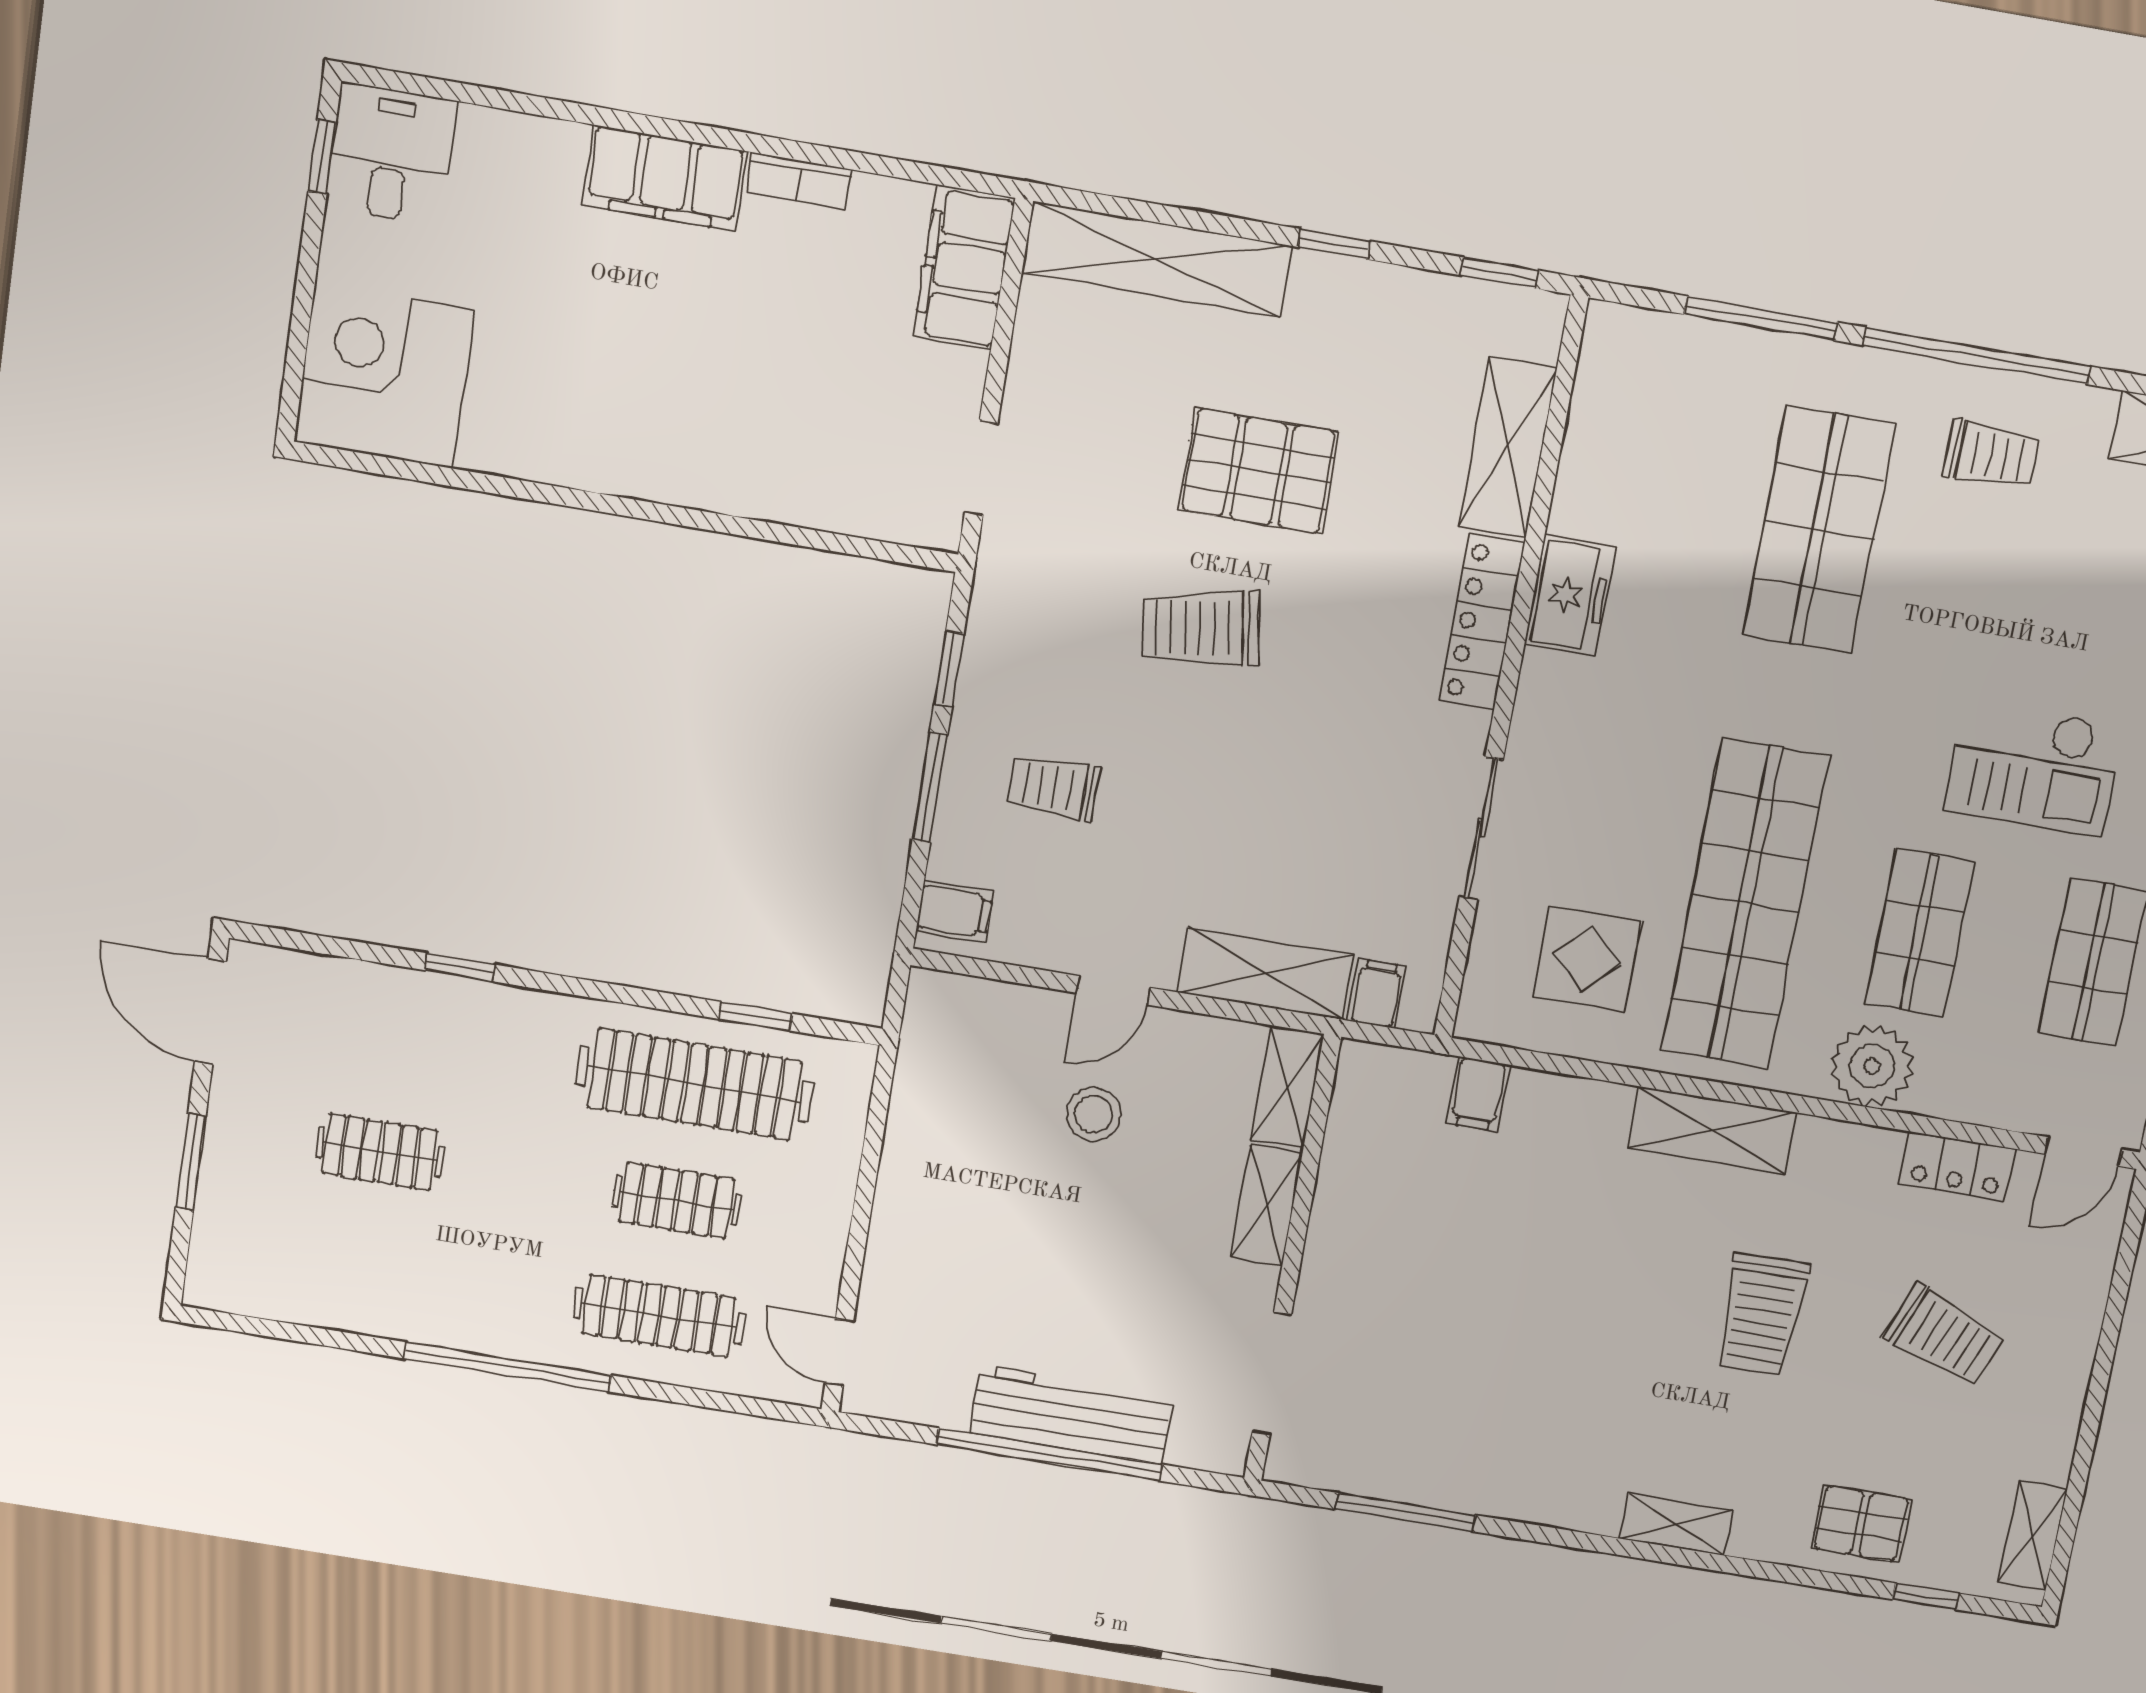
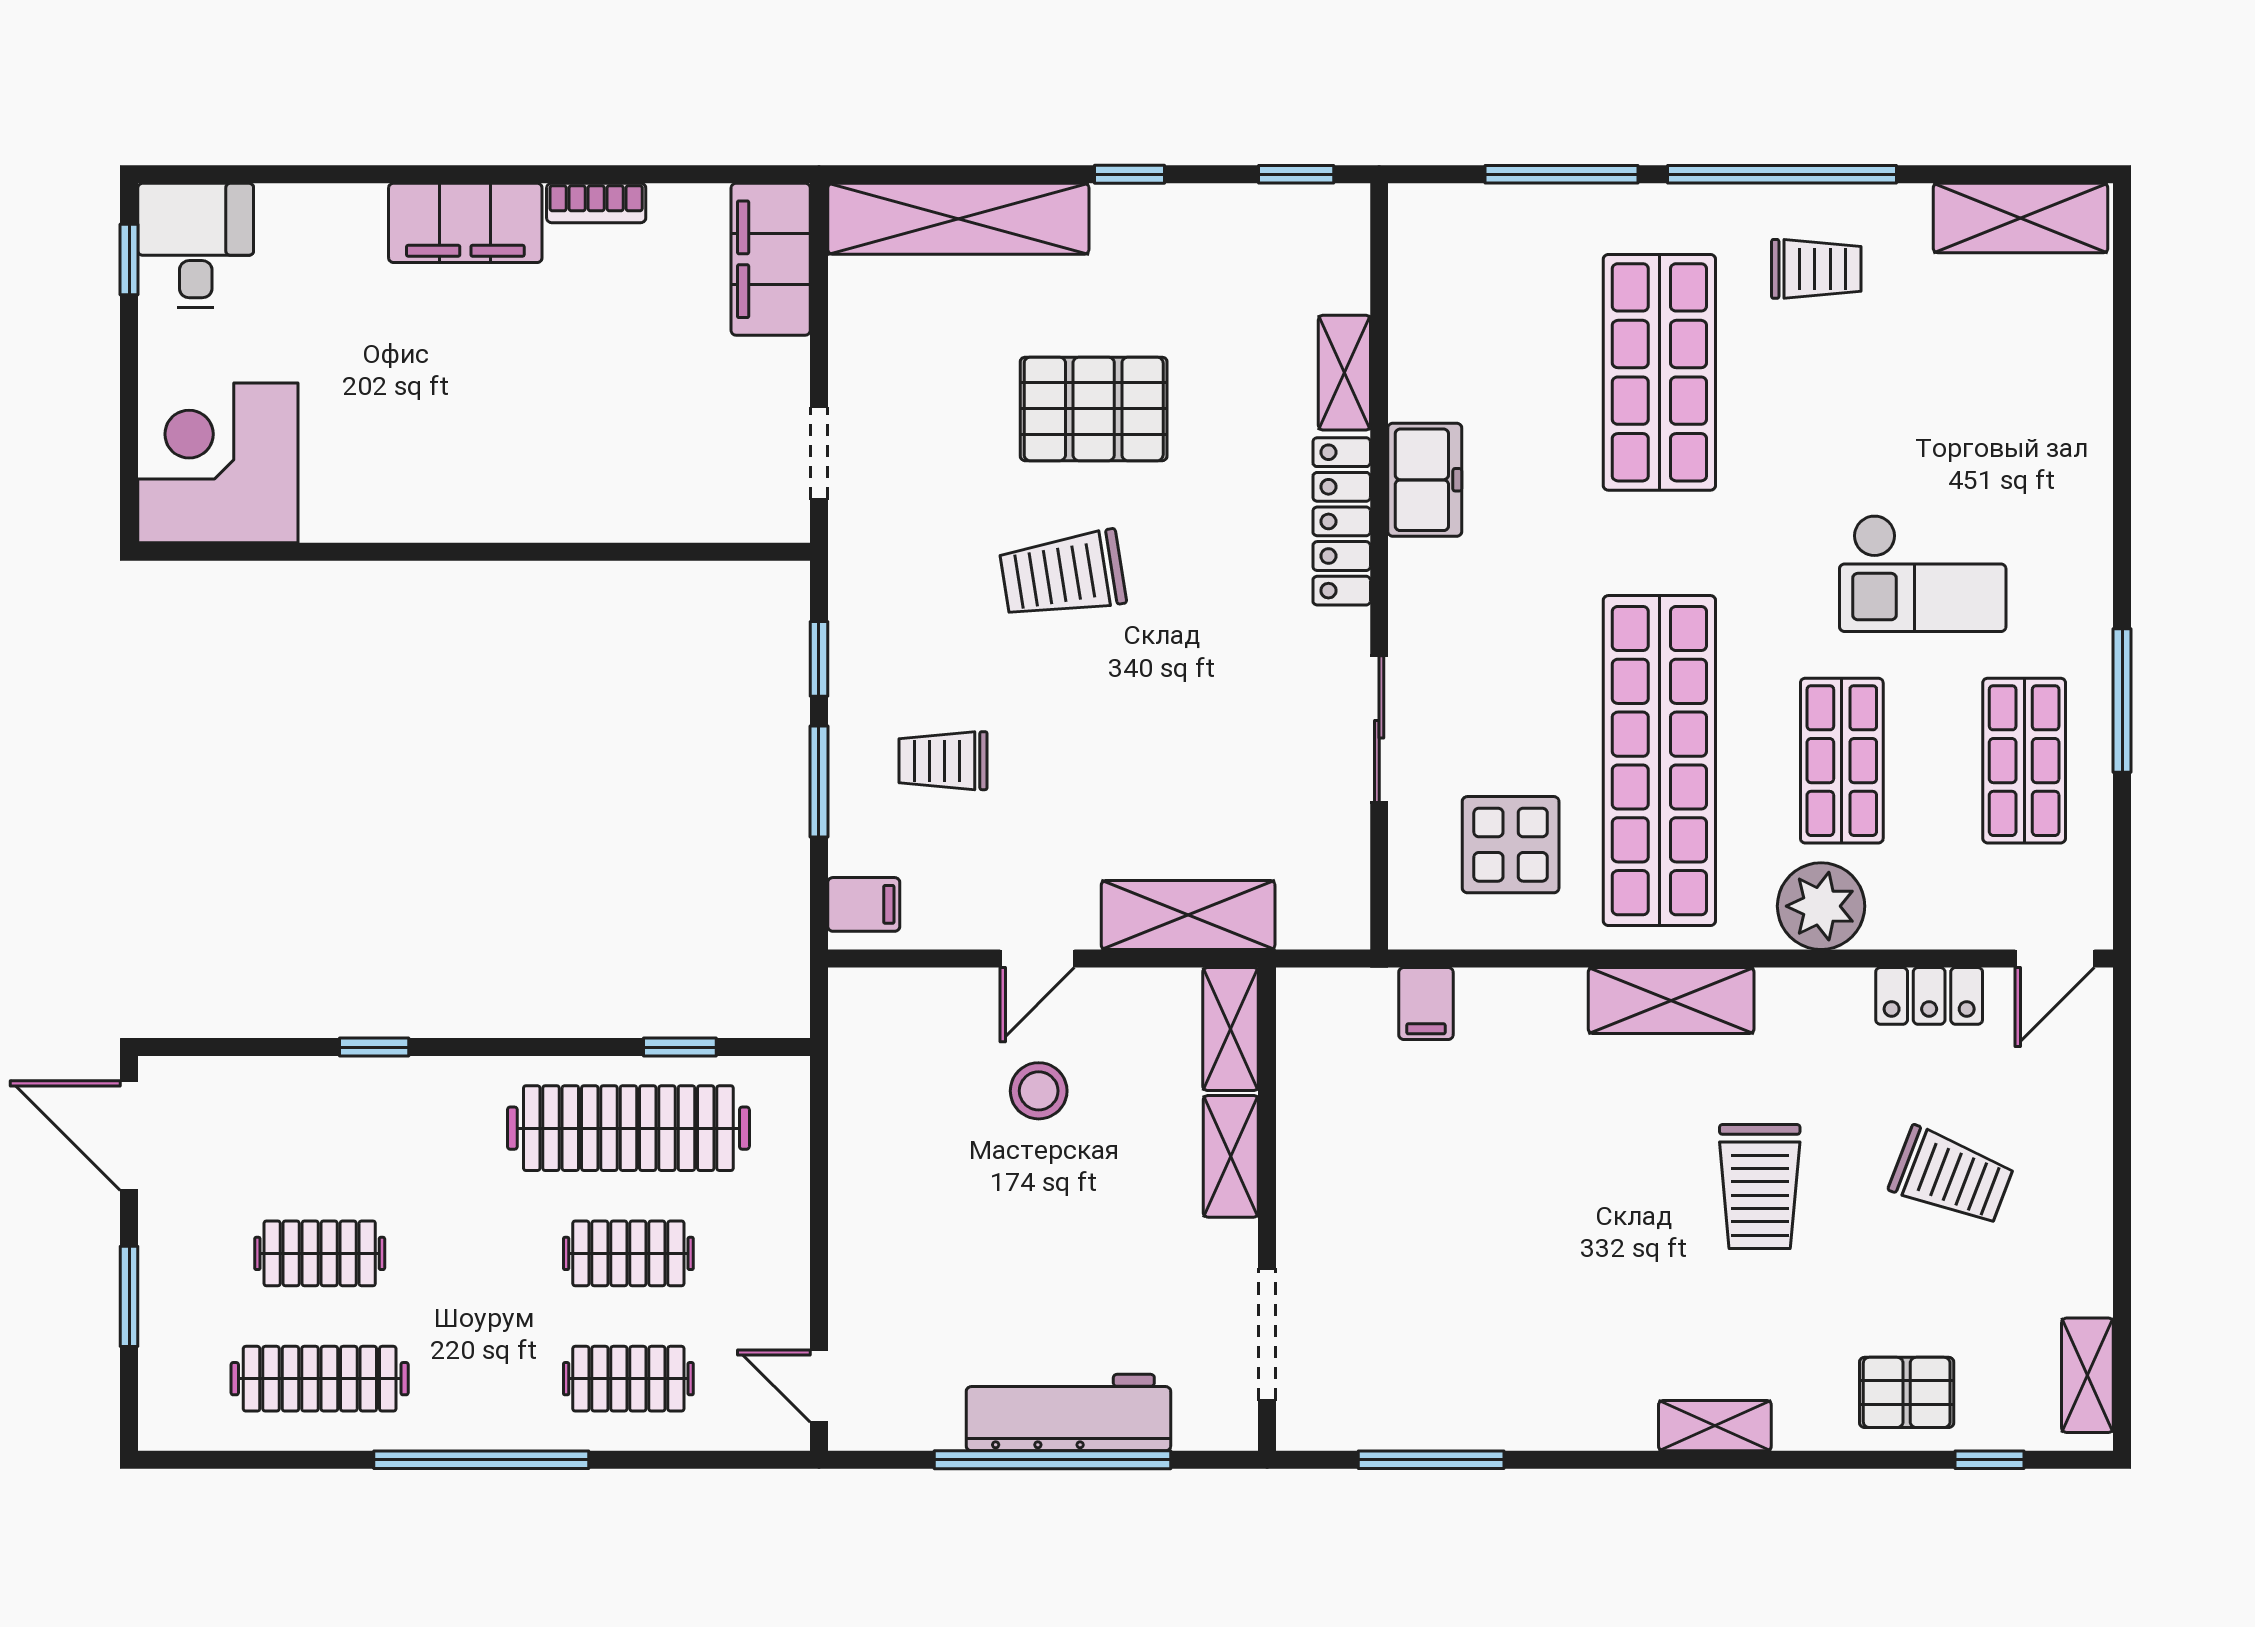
shelving: (1508, 448) -> (1344, 373), width x0.67, depth x0.75
filing cabinet: (1377, 993) -> (1304, 917), removed
clothes rail: (364, 1268) -> (320, 1379), added
clothes rail: (659, 1316) -> (628, 1379), width x0.73

